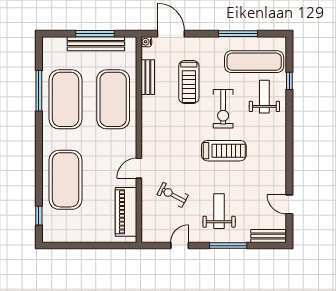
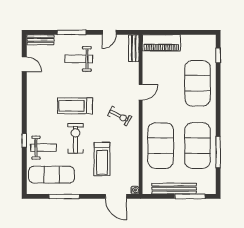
window: (95, 34) -> (190, 196), moved
bench: (148, 77) -> (134, 48), moved
window: (289, 81) -> (24, 140), moved
treadmill: (189, 82) -> (102, 159), turned 180
weight bench: (264, 97) -> (44, 148), turned -90
exercise bike: (173, 195) -> (120, 116), moved
weight bench: (219, 211) -> (79, 59), turned 90
piano: (126, 212) -> (161, 43), moved, turned 90

